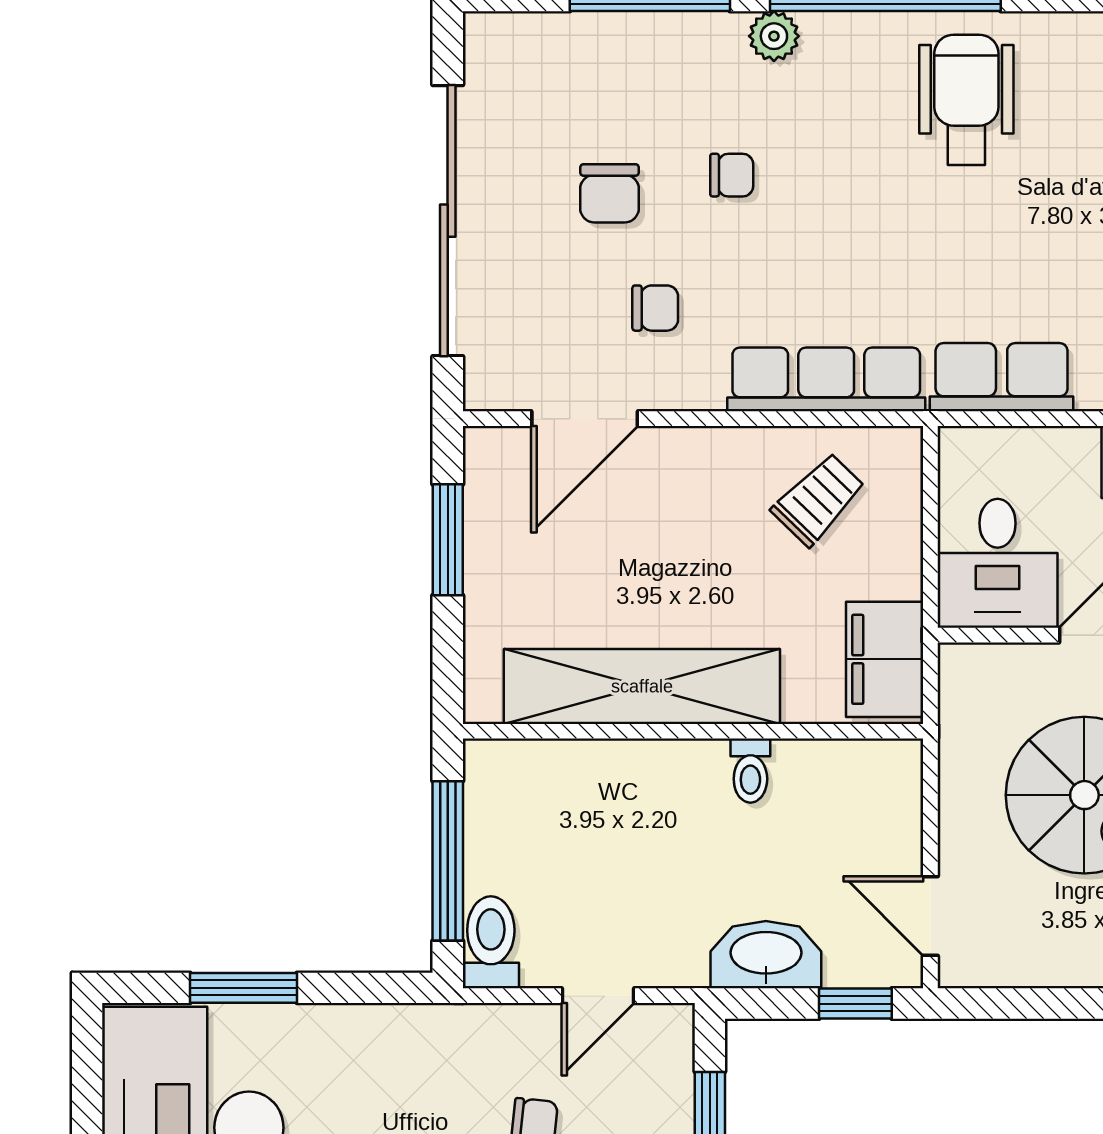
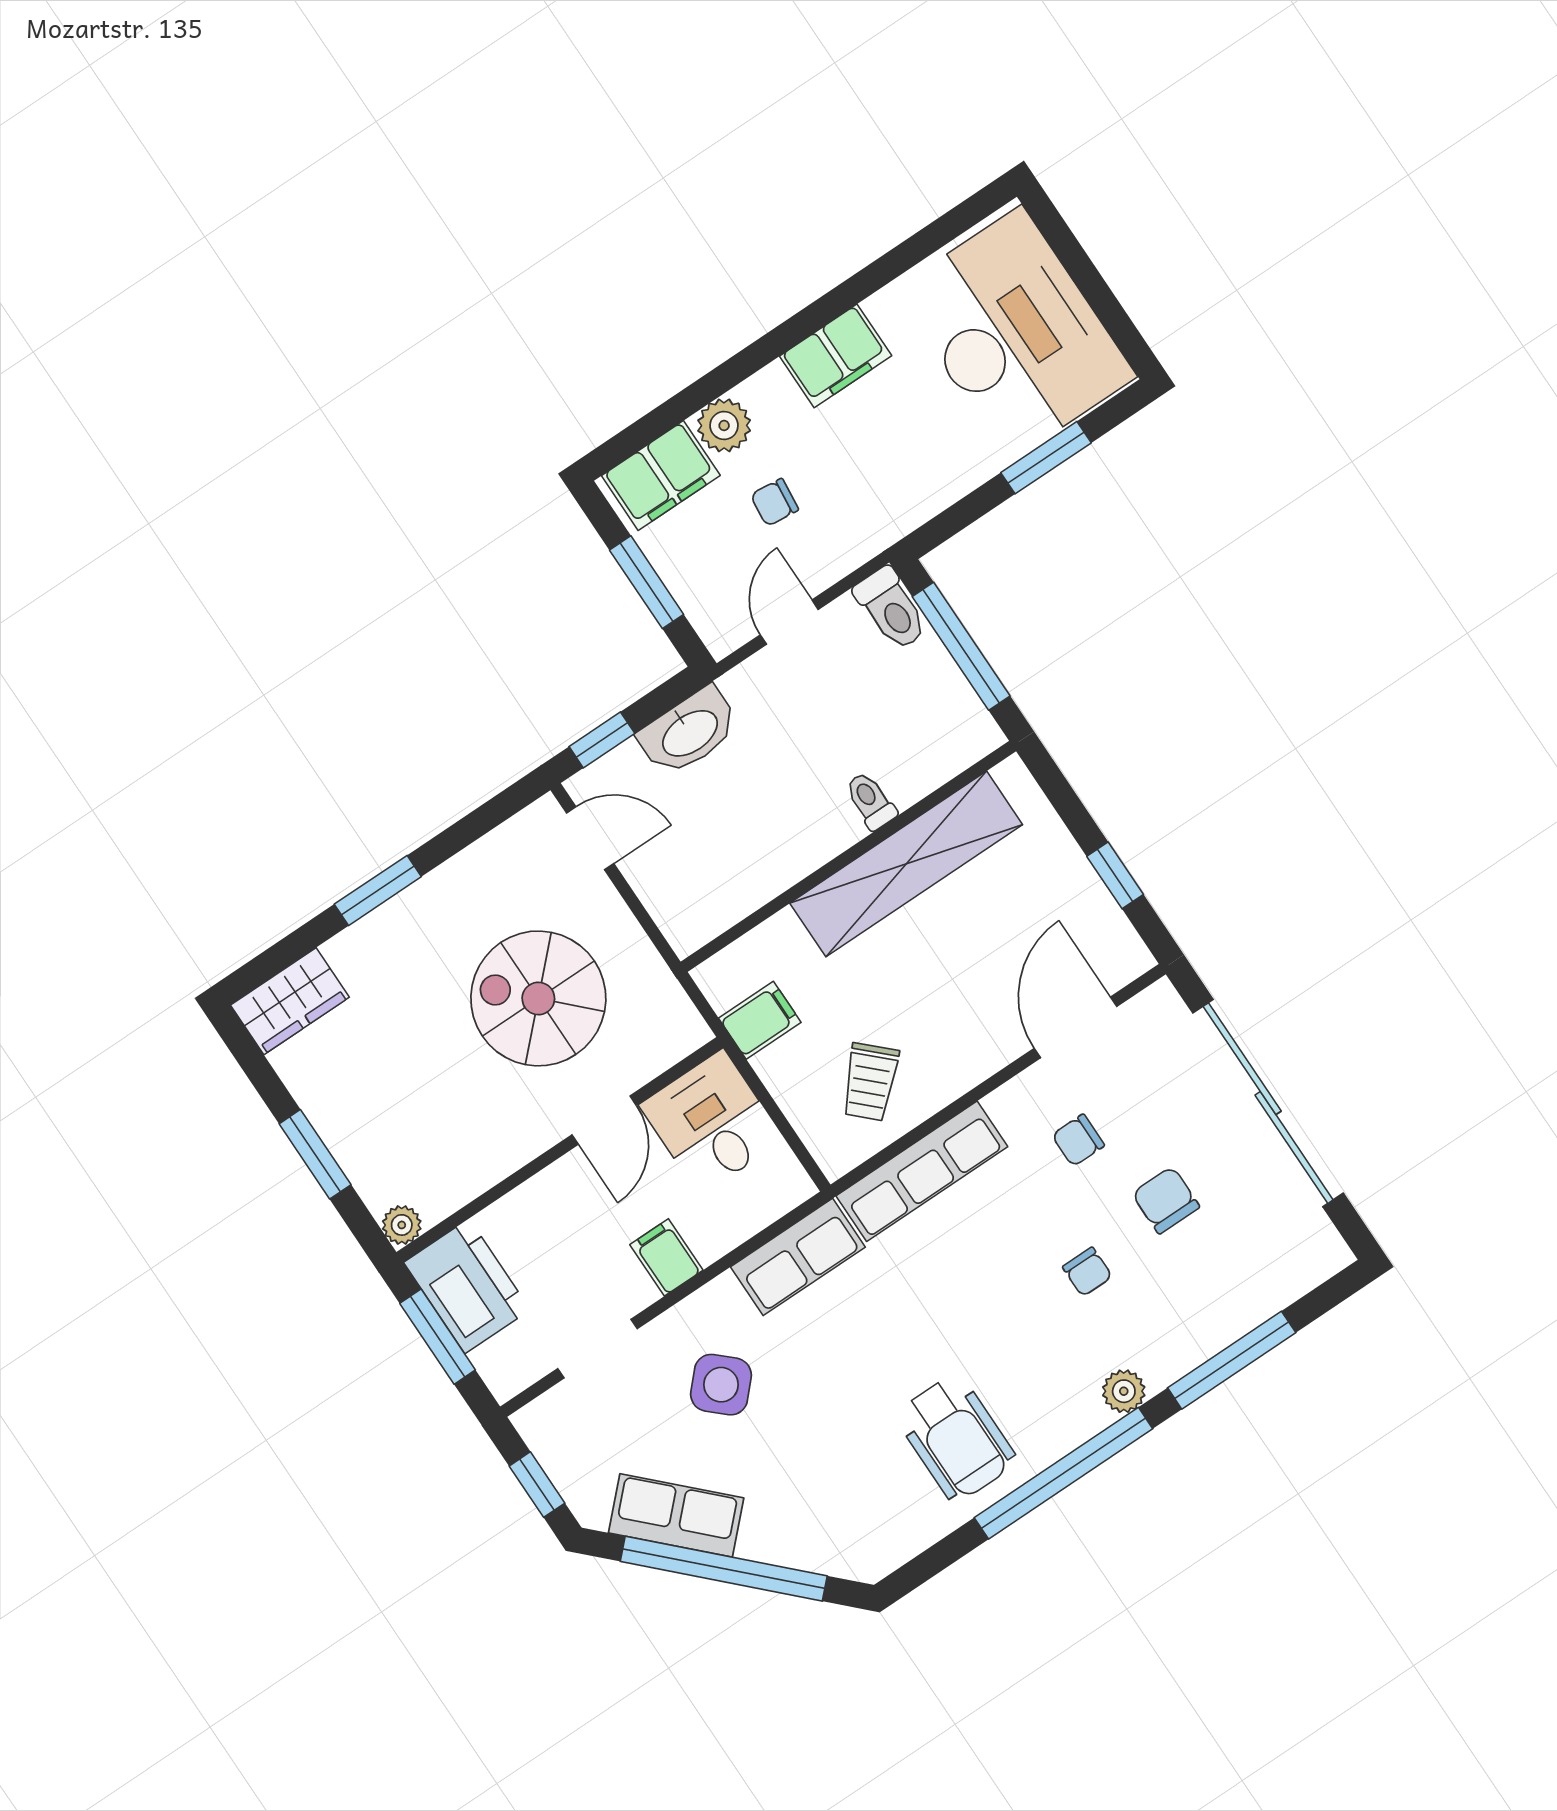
chair: (732, 175) -> (1087, 1272), turned -90
window: (448, 540) -> (1115, 875), width x0.67
filing cabinet: (885, 659) -> (760, 1020), width x0.50
toilet: (750, 771) -> (870, 801), moved

